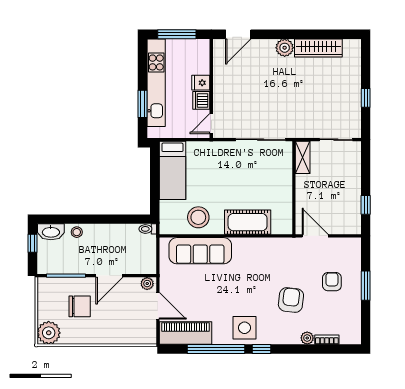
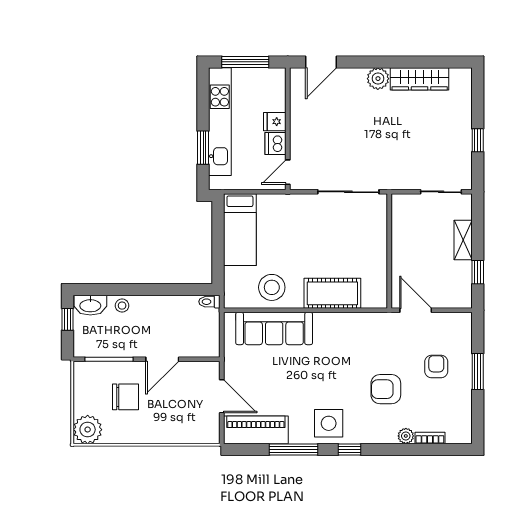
shelving: (303, 157) -> (463, 240), moved
plant: (147, 284) -> (209, 369), removed
armchair: (291, 300) -> (386, 389), turned -97
window: (216, 349) -> (294, 450), width x0.68

